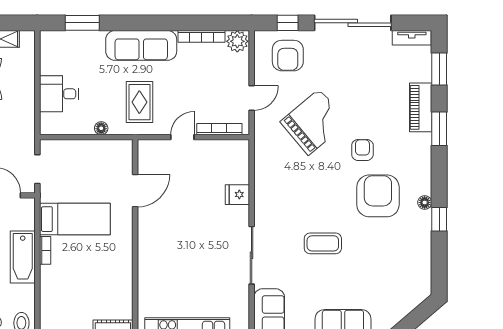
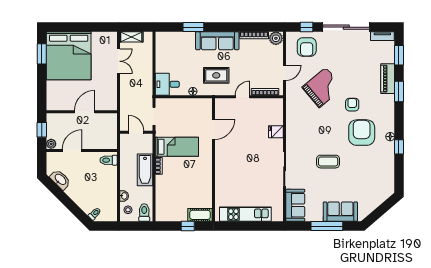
window: (82, 23) -> (193, 27), moved
desk: (59, 94) -> (167, 84), moved
rug: (139, 102) -> (216, 75), turned 90

